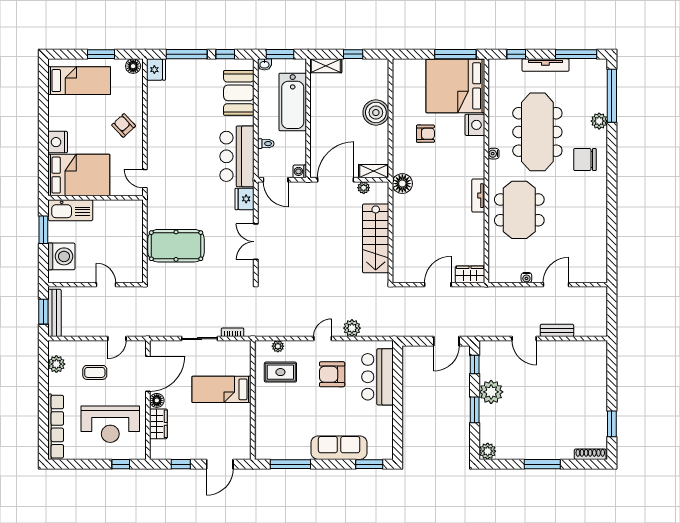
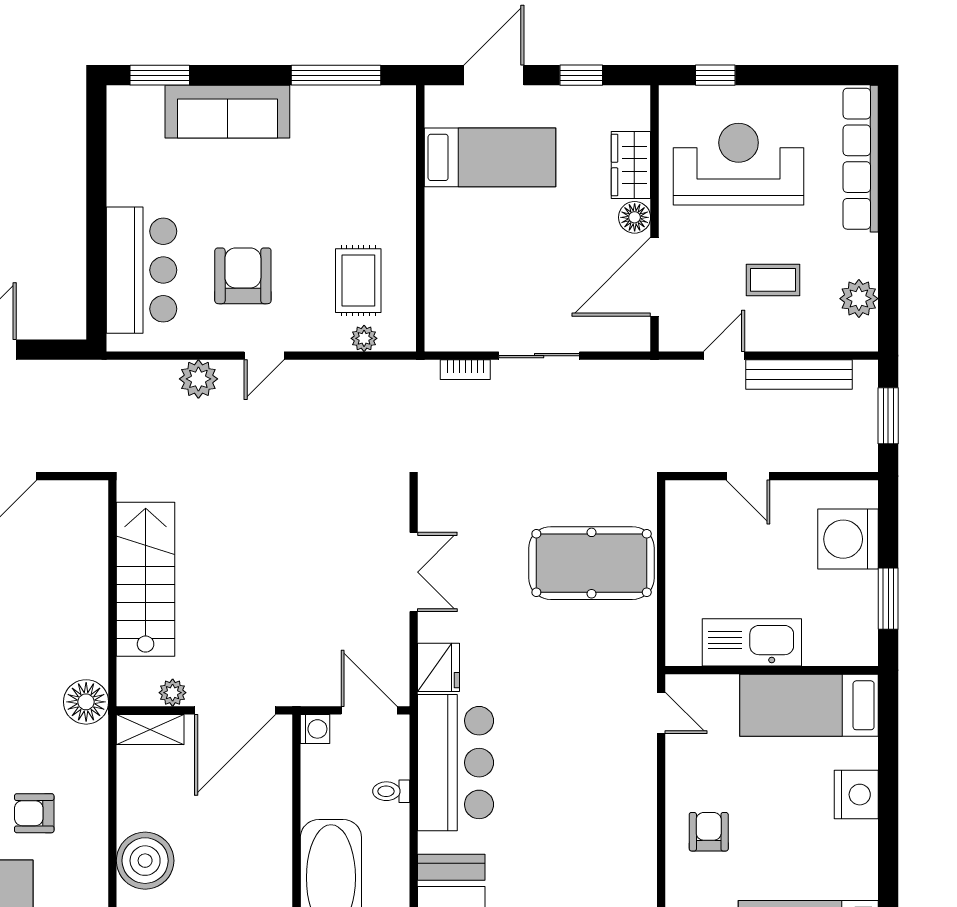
armchair: (124, 125) -> (709, 832), turned -137
bed: (79, 175) -> (809, 705), width x0.67
kitchen sink: (71, 210) -> (752, 642), moved
bench: (54, 313) -> (799, 375), moved, turned 90
rug: (280, 372) -> (358, 281), turned 90
armchair: (332, 374) -> (243, 276), turned -90
bed: (222, 389) -> (490, 157), moved

